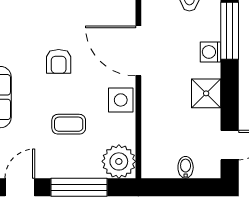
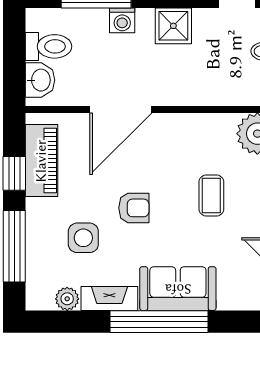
side table: (121, 100) -> (83, 238), moved

